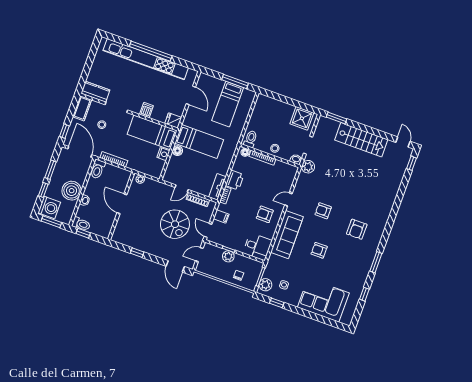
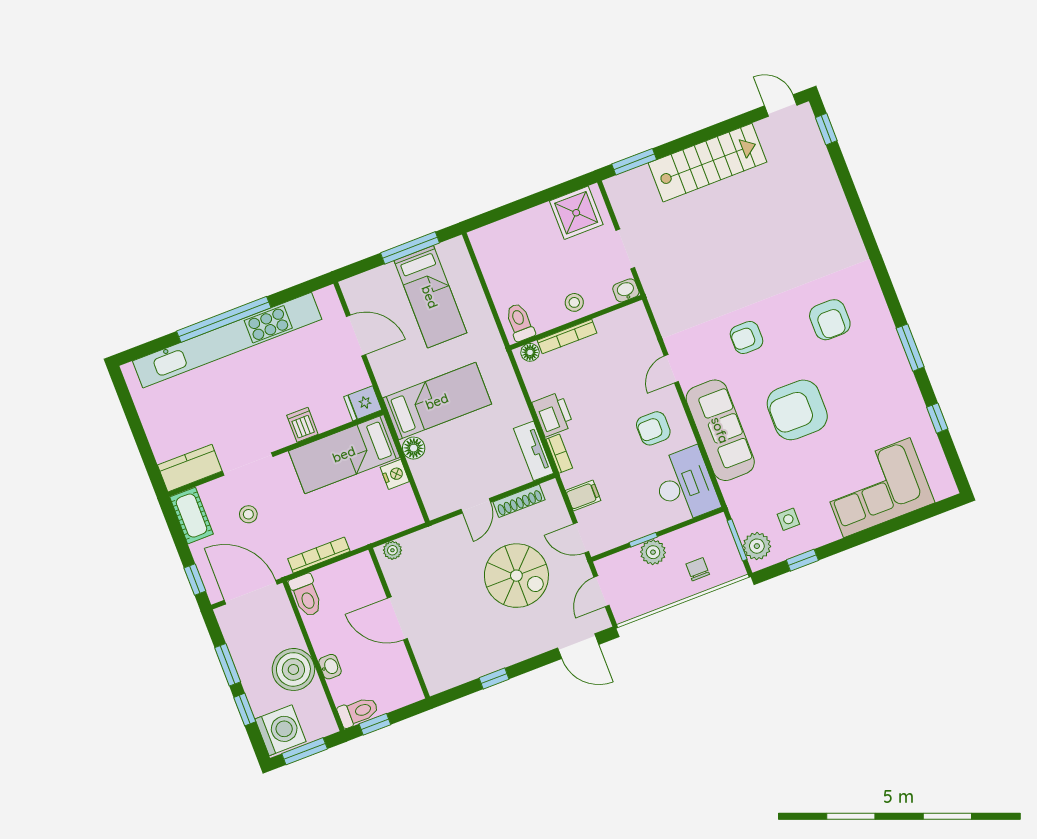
plant: (308, 167) -> (657, 285), removed
desk: (257, 247) -> (685, 485), width x1.37
armchair: (319, 250) -> (797, 410), width x1.88, depth x1.88

